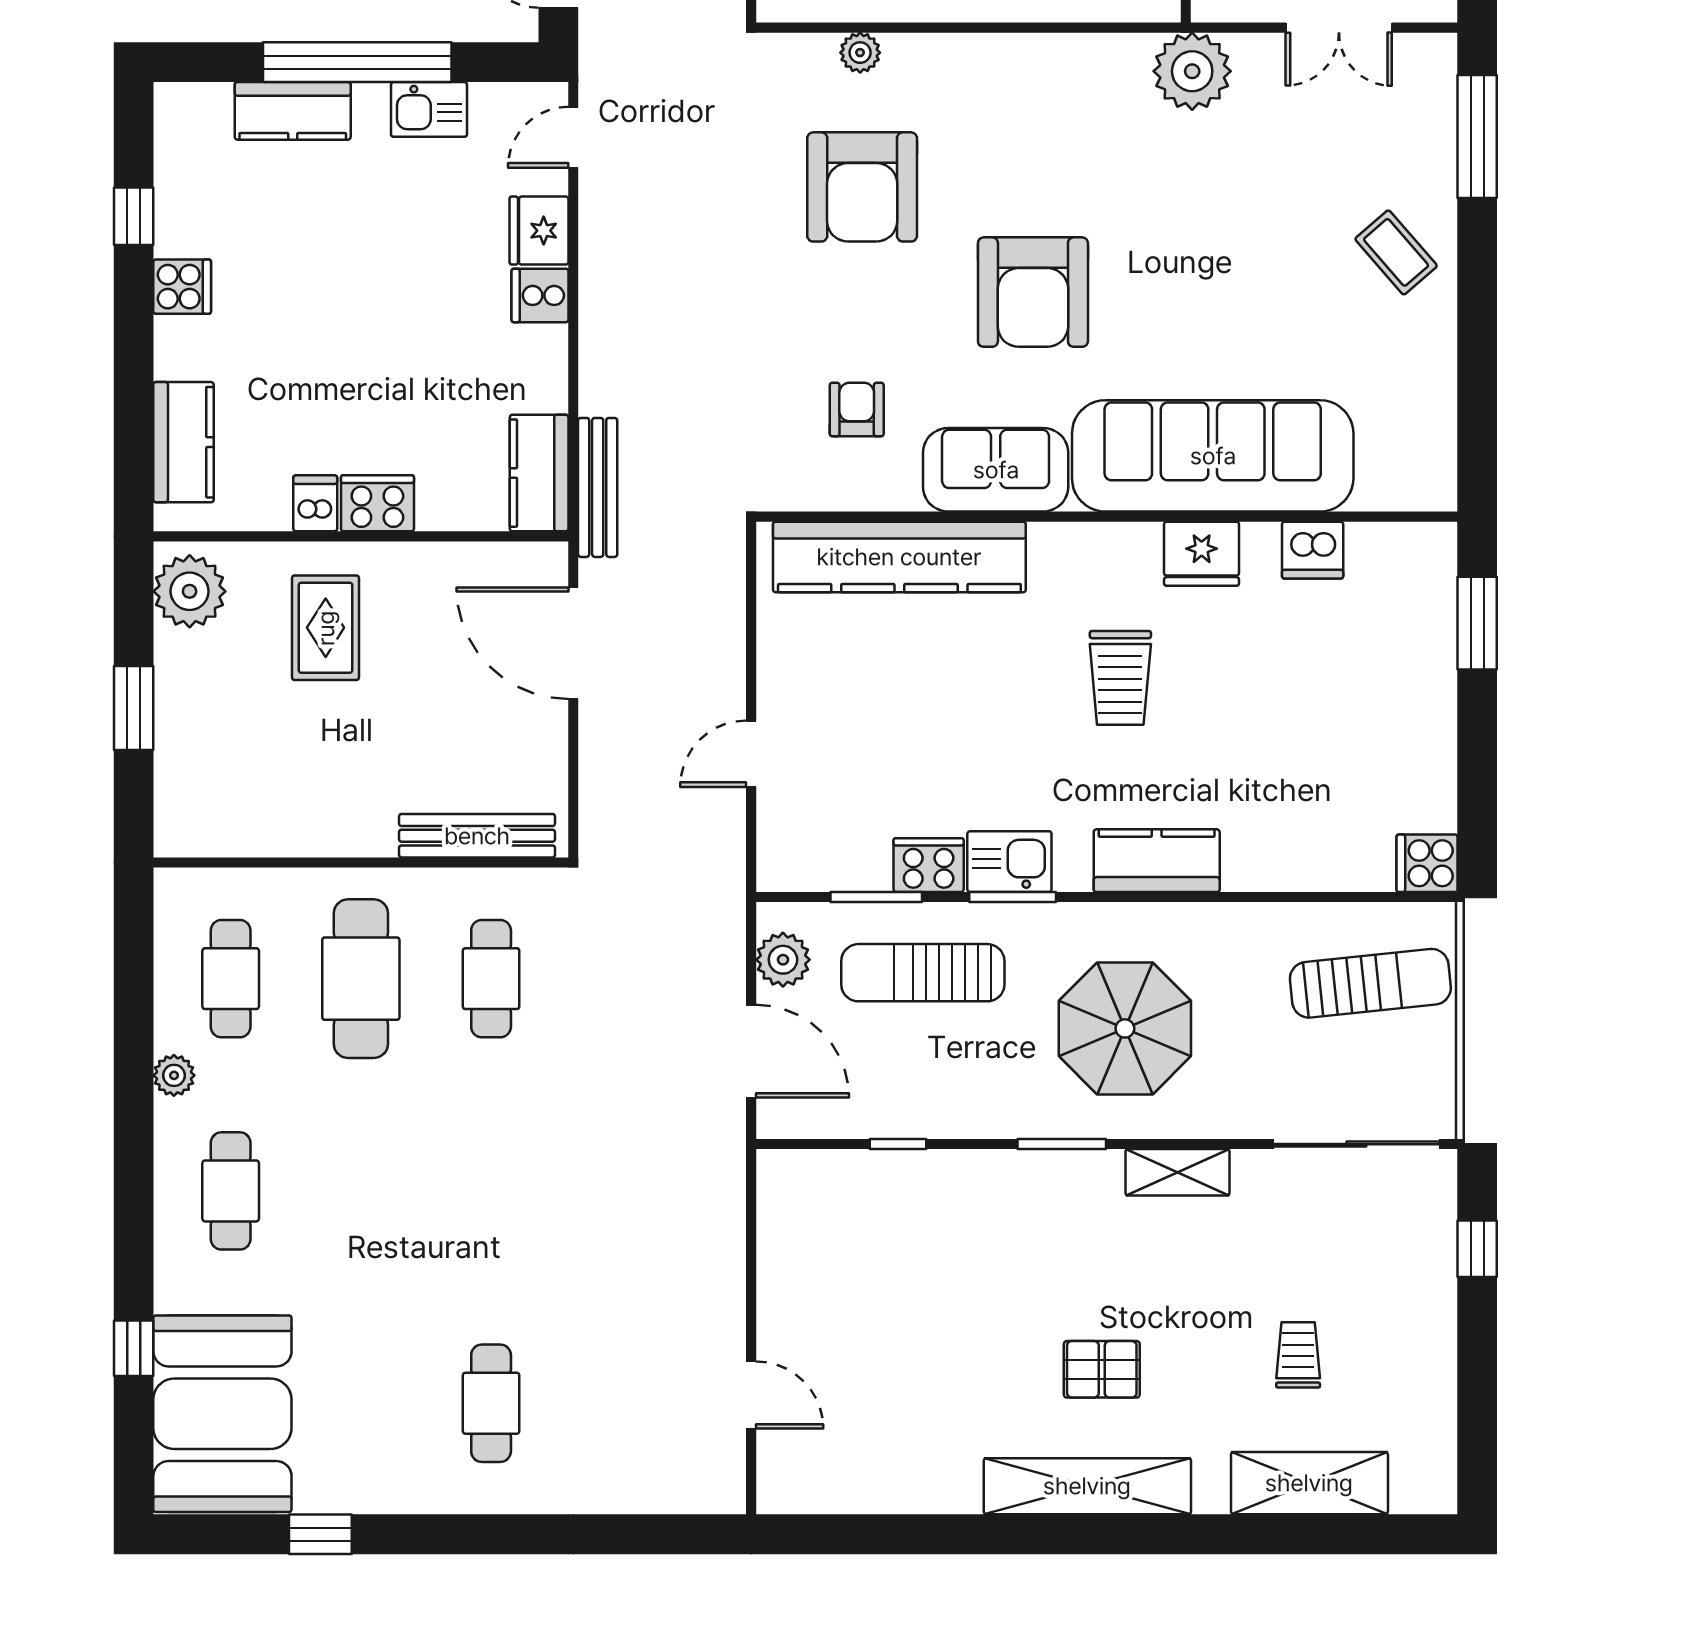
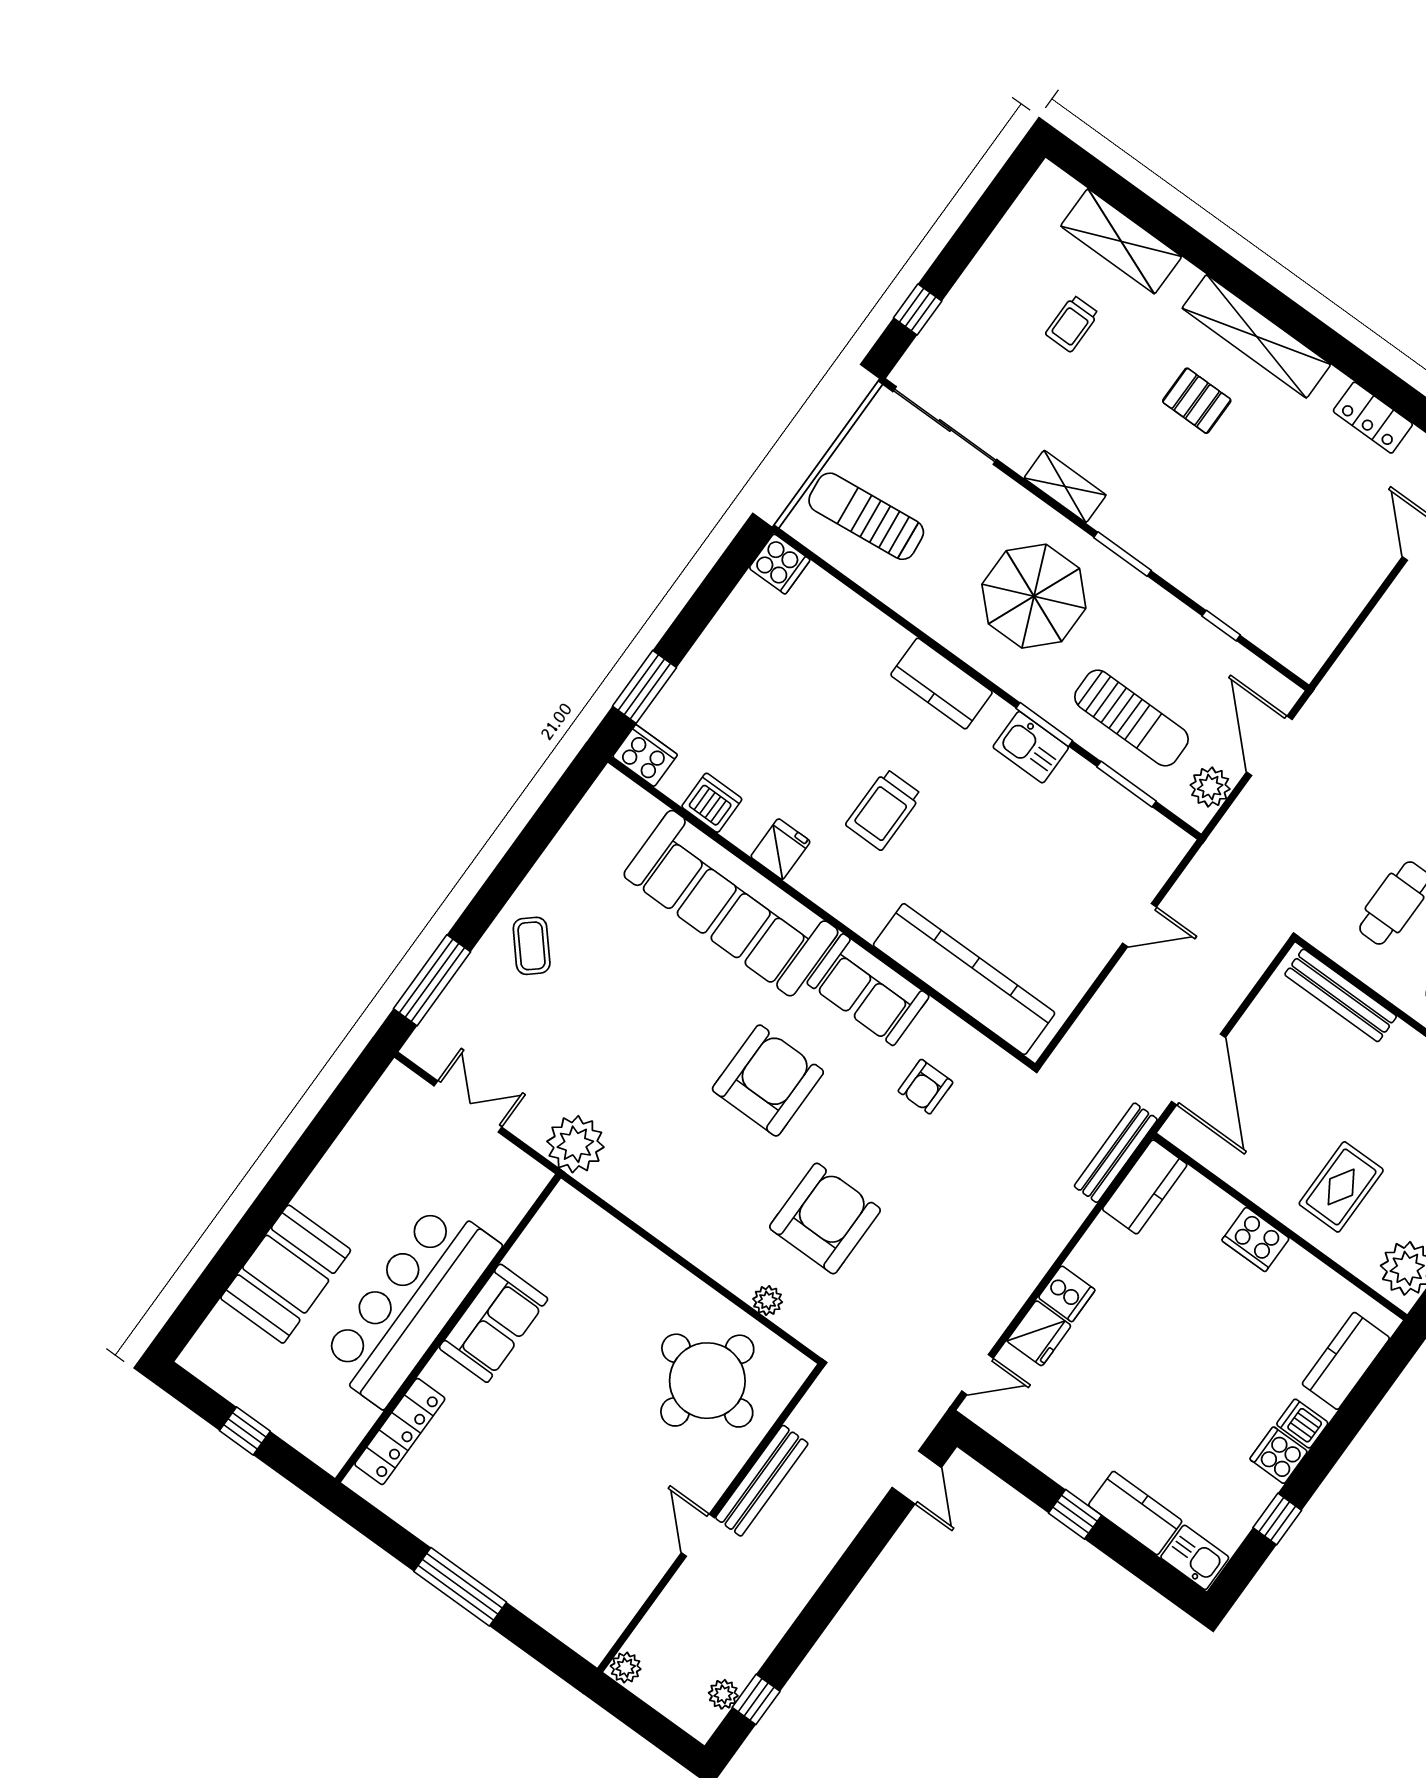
window: (357, 62) -> (1075, 1514), width x0.32
kitchen sink: (429, 109) -> (1195, 1557), moved
dishwasher: (315, 503) -> (1302, 1424), moved, turned 90
fridge: (1202, 554) -> (780, 849), width x0.72
trolley: (1120, 678) -> (884, 810), turned 180
cooker: (929, 865) -> (645, 756), moved, turned 180
locker: (897, 1490) -> (1373, 418), added

